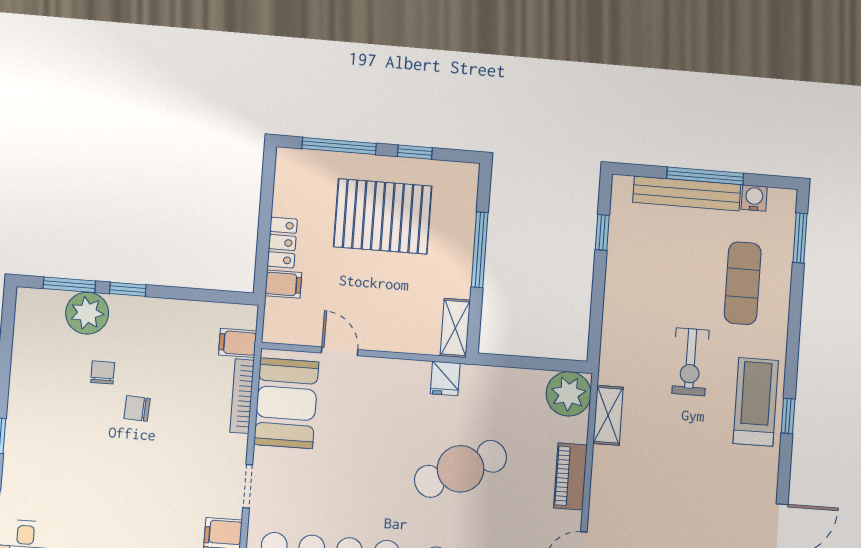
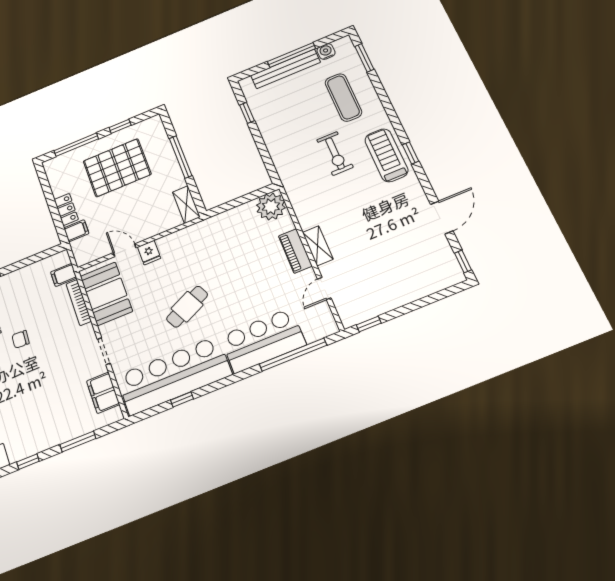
fridge: (445, 379) -> (149, 253), moved
shelving: (608, 415) -> (318, 246), moved
cafe table: (461, 469) -> (187, 307), moved, width x0.73, depth x0.74

